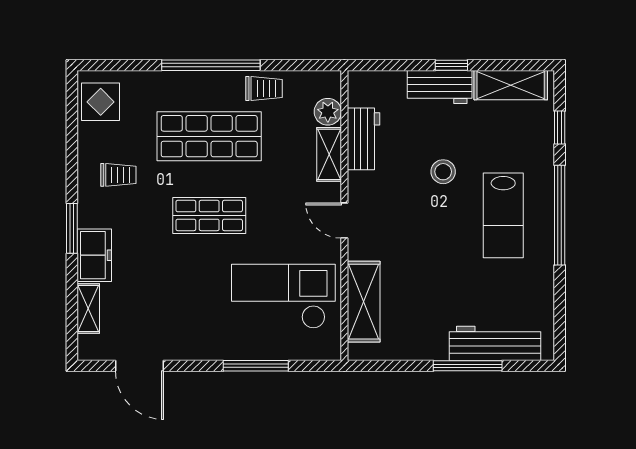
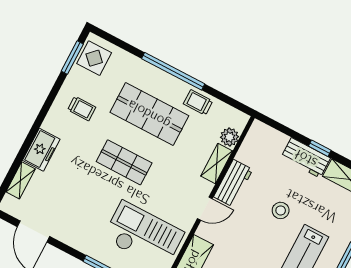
trolley: (264, 89) -> (198, 102), turned 180
workbench: (364, 139) -> (233, 183), moved
door: (344, 221) -> (205, 209), swing flipped
window: (72, 228) -> (72, 58), moved

